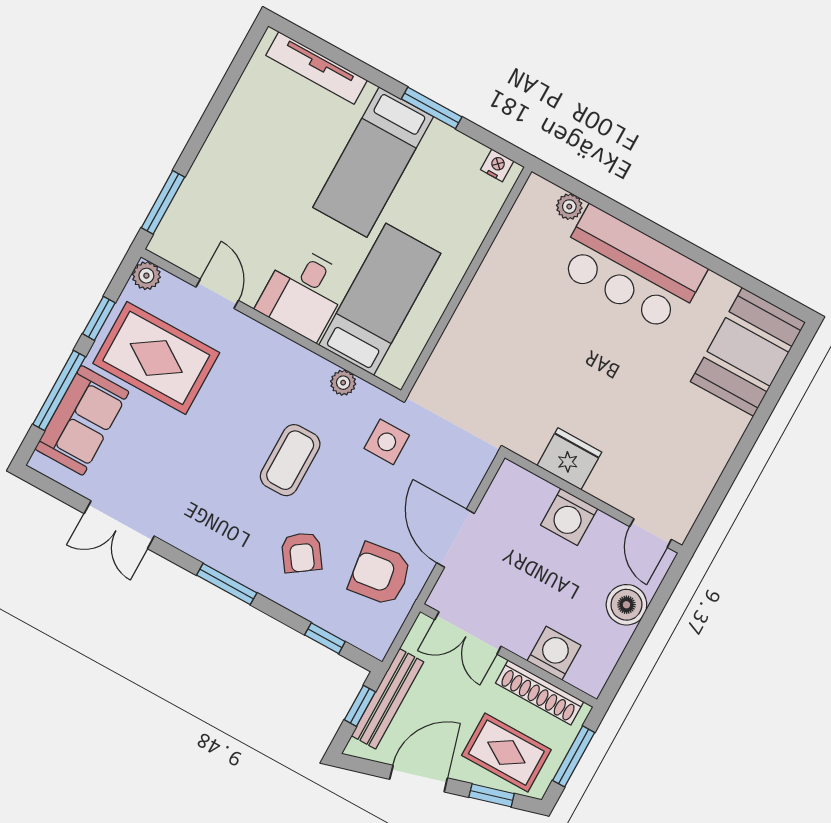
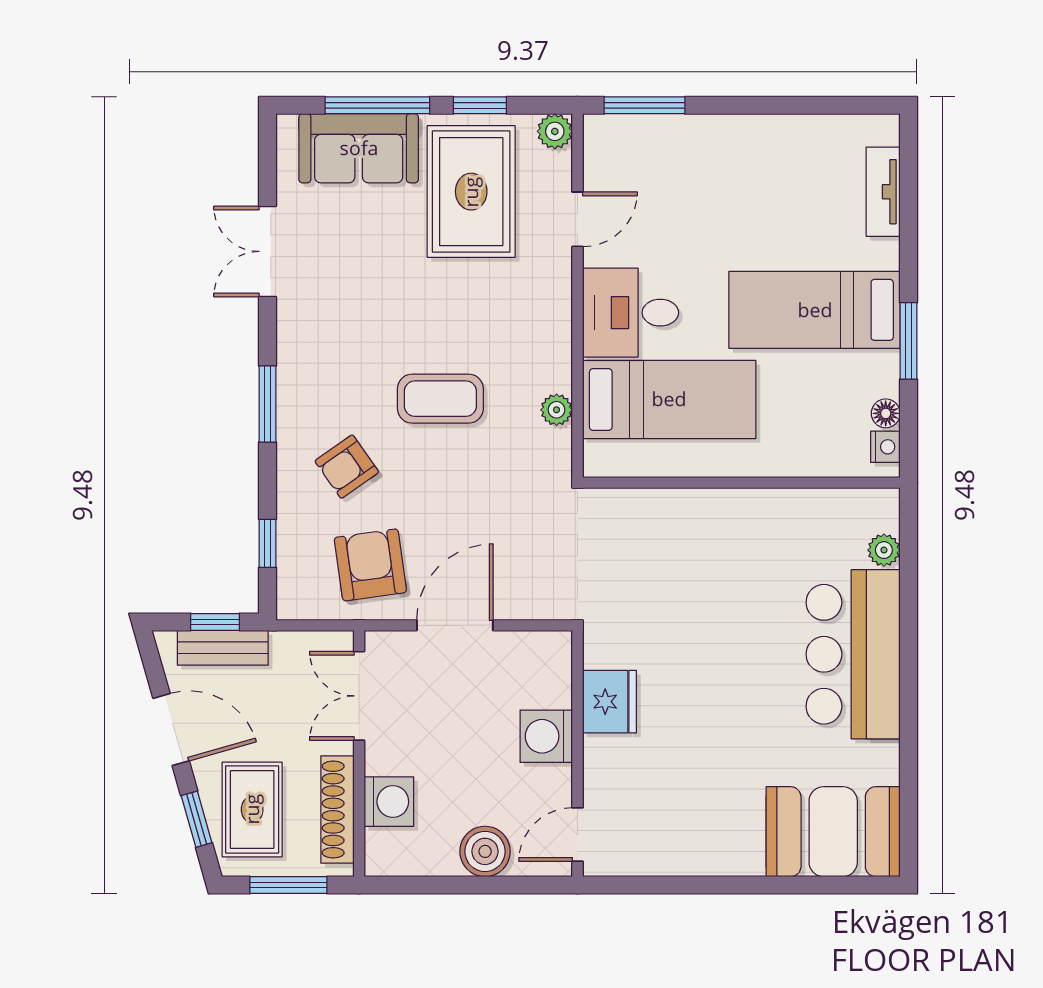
tv unit: (317, 68) -> (883, 192), width x0.71
floor lamp: (474, 152) -> (886, 413), added
side table: (387, 442) -> (518, 493), removed
bench: (387, 699) -> (223, 648), width x0.73

